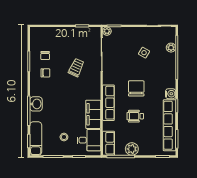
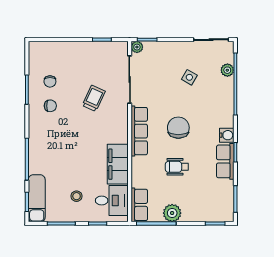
row of seats: (108, 103) -> (139, 131), moved
washbasin: (36, 104) -> (37, 150), removed
row of seats: (170, 125) -> (225, 161), width x0.50

